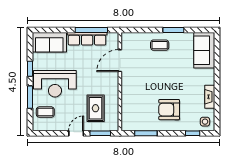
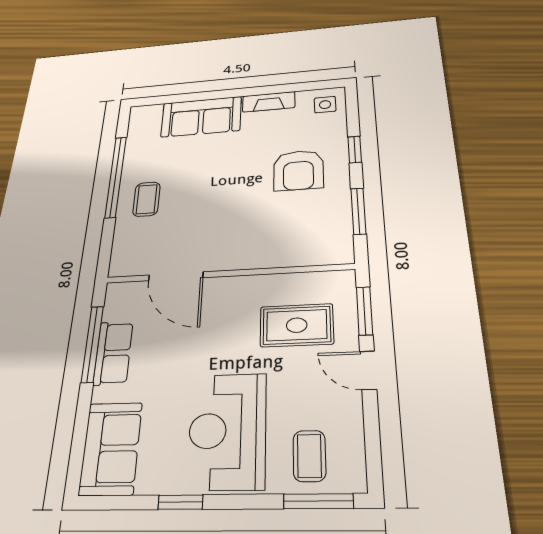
window: (173, 30) -> (116, 177), width x2.11
row of seats: (87, 39) -> (113, 353), width x0.68
sofa: (204, 50) -> (201, 117), moved
reception desk: (55, 84) -> (227, 431), turned 180
window: (30, 97) -> (318, 501), moved
window: (193, 133) -> (355, 150), moved

